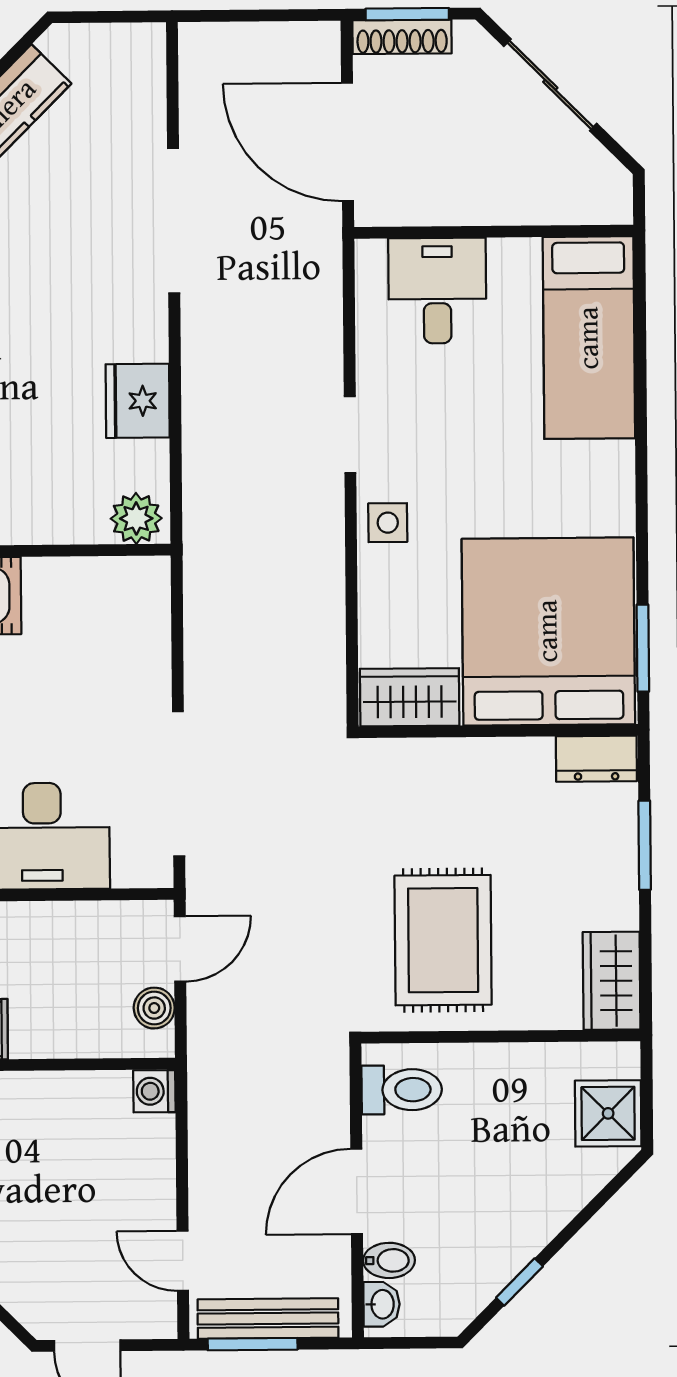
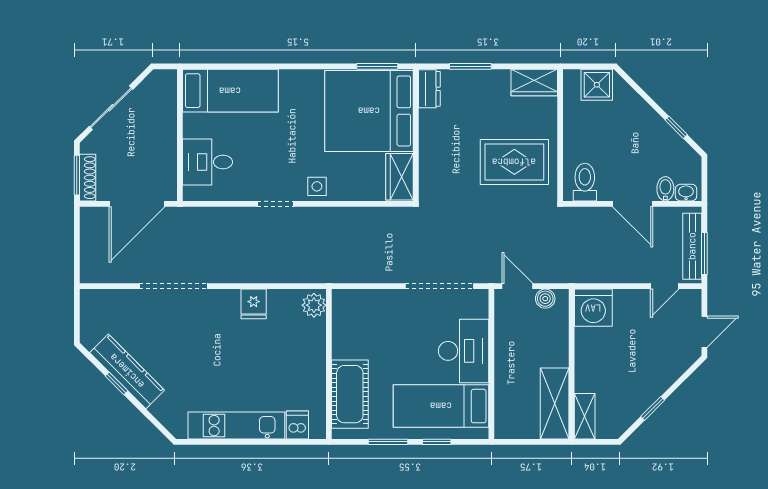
fridge: (138, 401) -> (254, 304), width x0.72
washing machine: (154, 1091) -> (593, 308), width x1.89, depth x1.89

